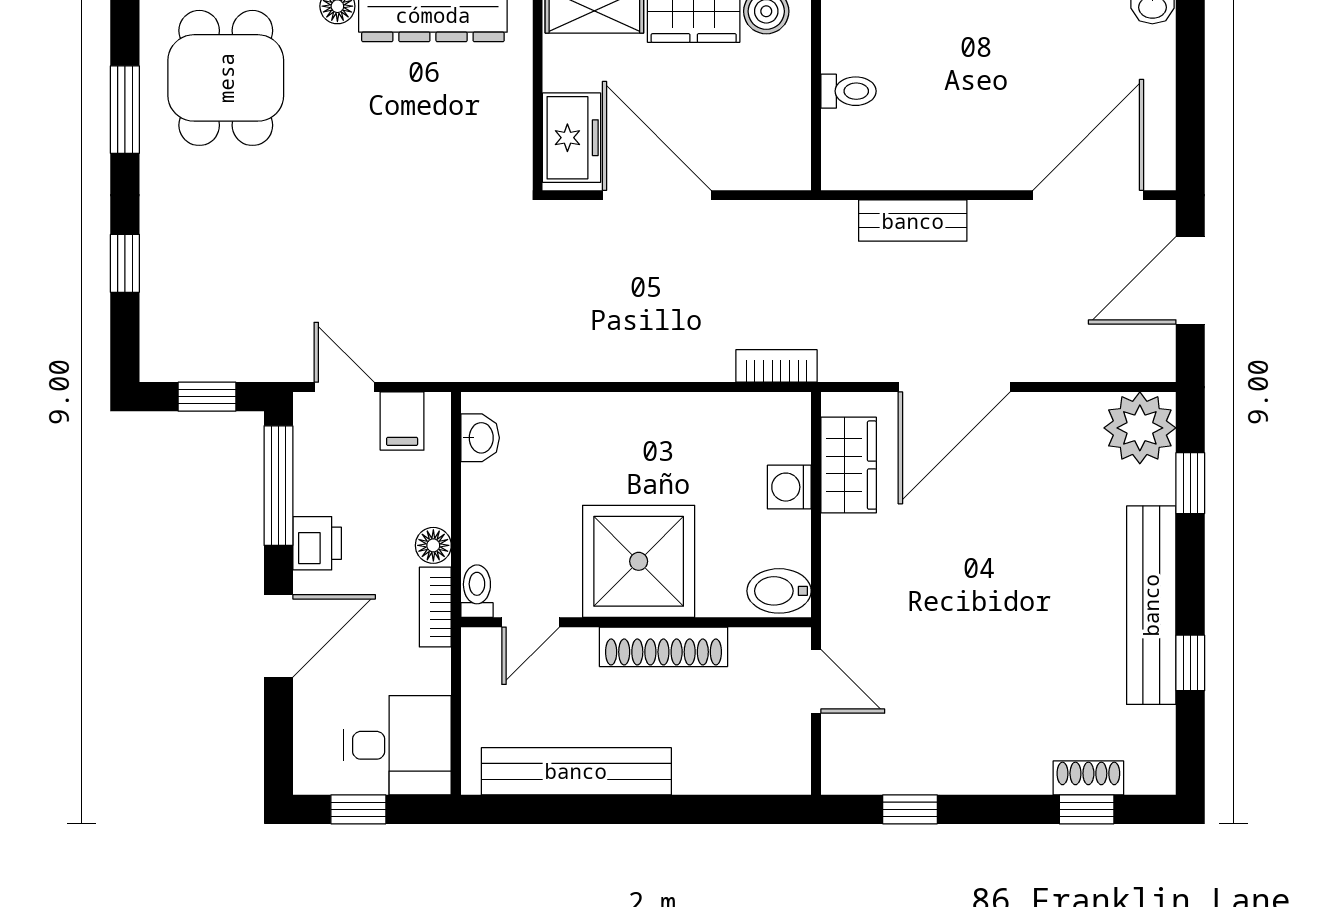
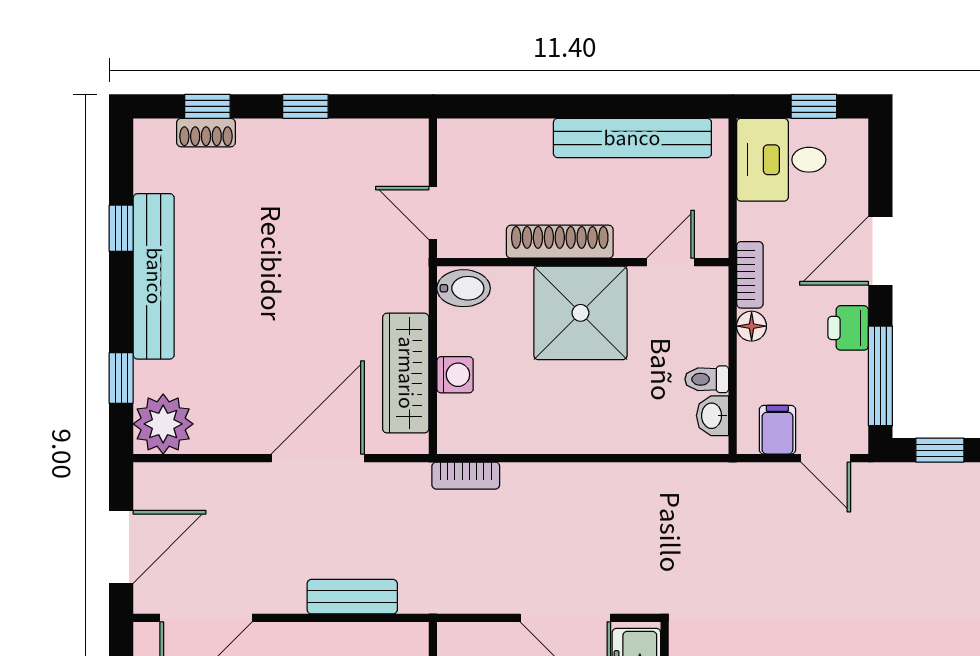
wardrobe: (849, 465) -> (406, 373), width x1.50
toilet: (477, 591) -> (707, 379), moved, turned 90
window: (910, 809) -> (305, 106), moved

